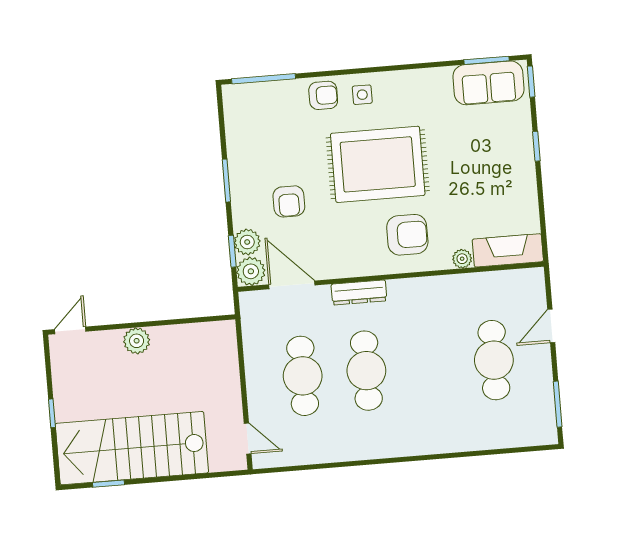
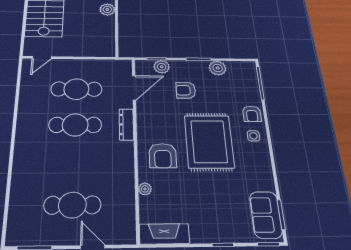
fireplace: (508, 250) -> (164, 234), moved, turned -90
plant: (251, 271) -> (218, 68), moved

